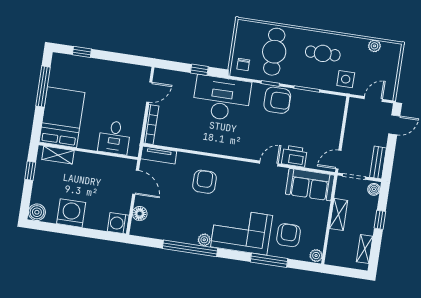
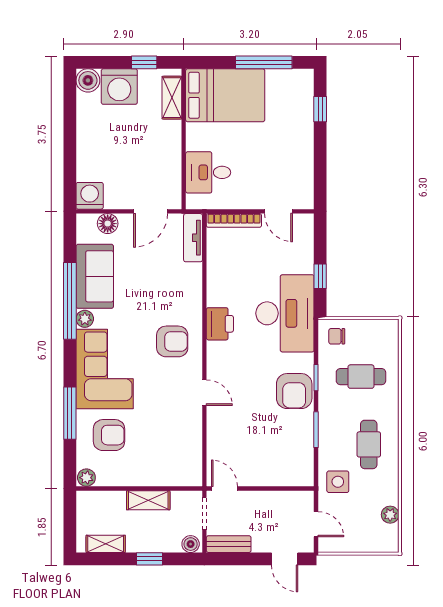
cafe table: (274, 52) -> (361, 377), width x0.73, depth x0.74
printer: (294, 156) -> (220, 324), moved
armchair: (205, 182) -> (172, 341), moved
sofa: (310, 185) -> (95, 276), moved, turned 180
washing machine: (71, 213) -> (119, 87), moved, turned 90

